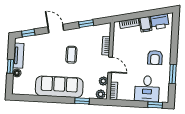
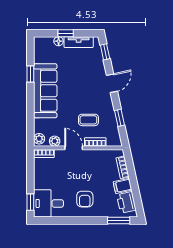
coffee table: (71, 55) -> (88, 120), moved
armchair: (155, 58) -> (85, 199), turned -90
door: (110, 65) -> (74, 148), swing flipped
window: (173, 74) -> (119, 220), moved
desk: (147, 89) -> (49, 203), moved
window: (82, 101) -> (30, 74), moved

